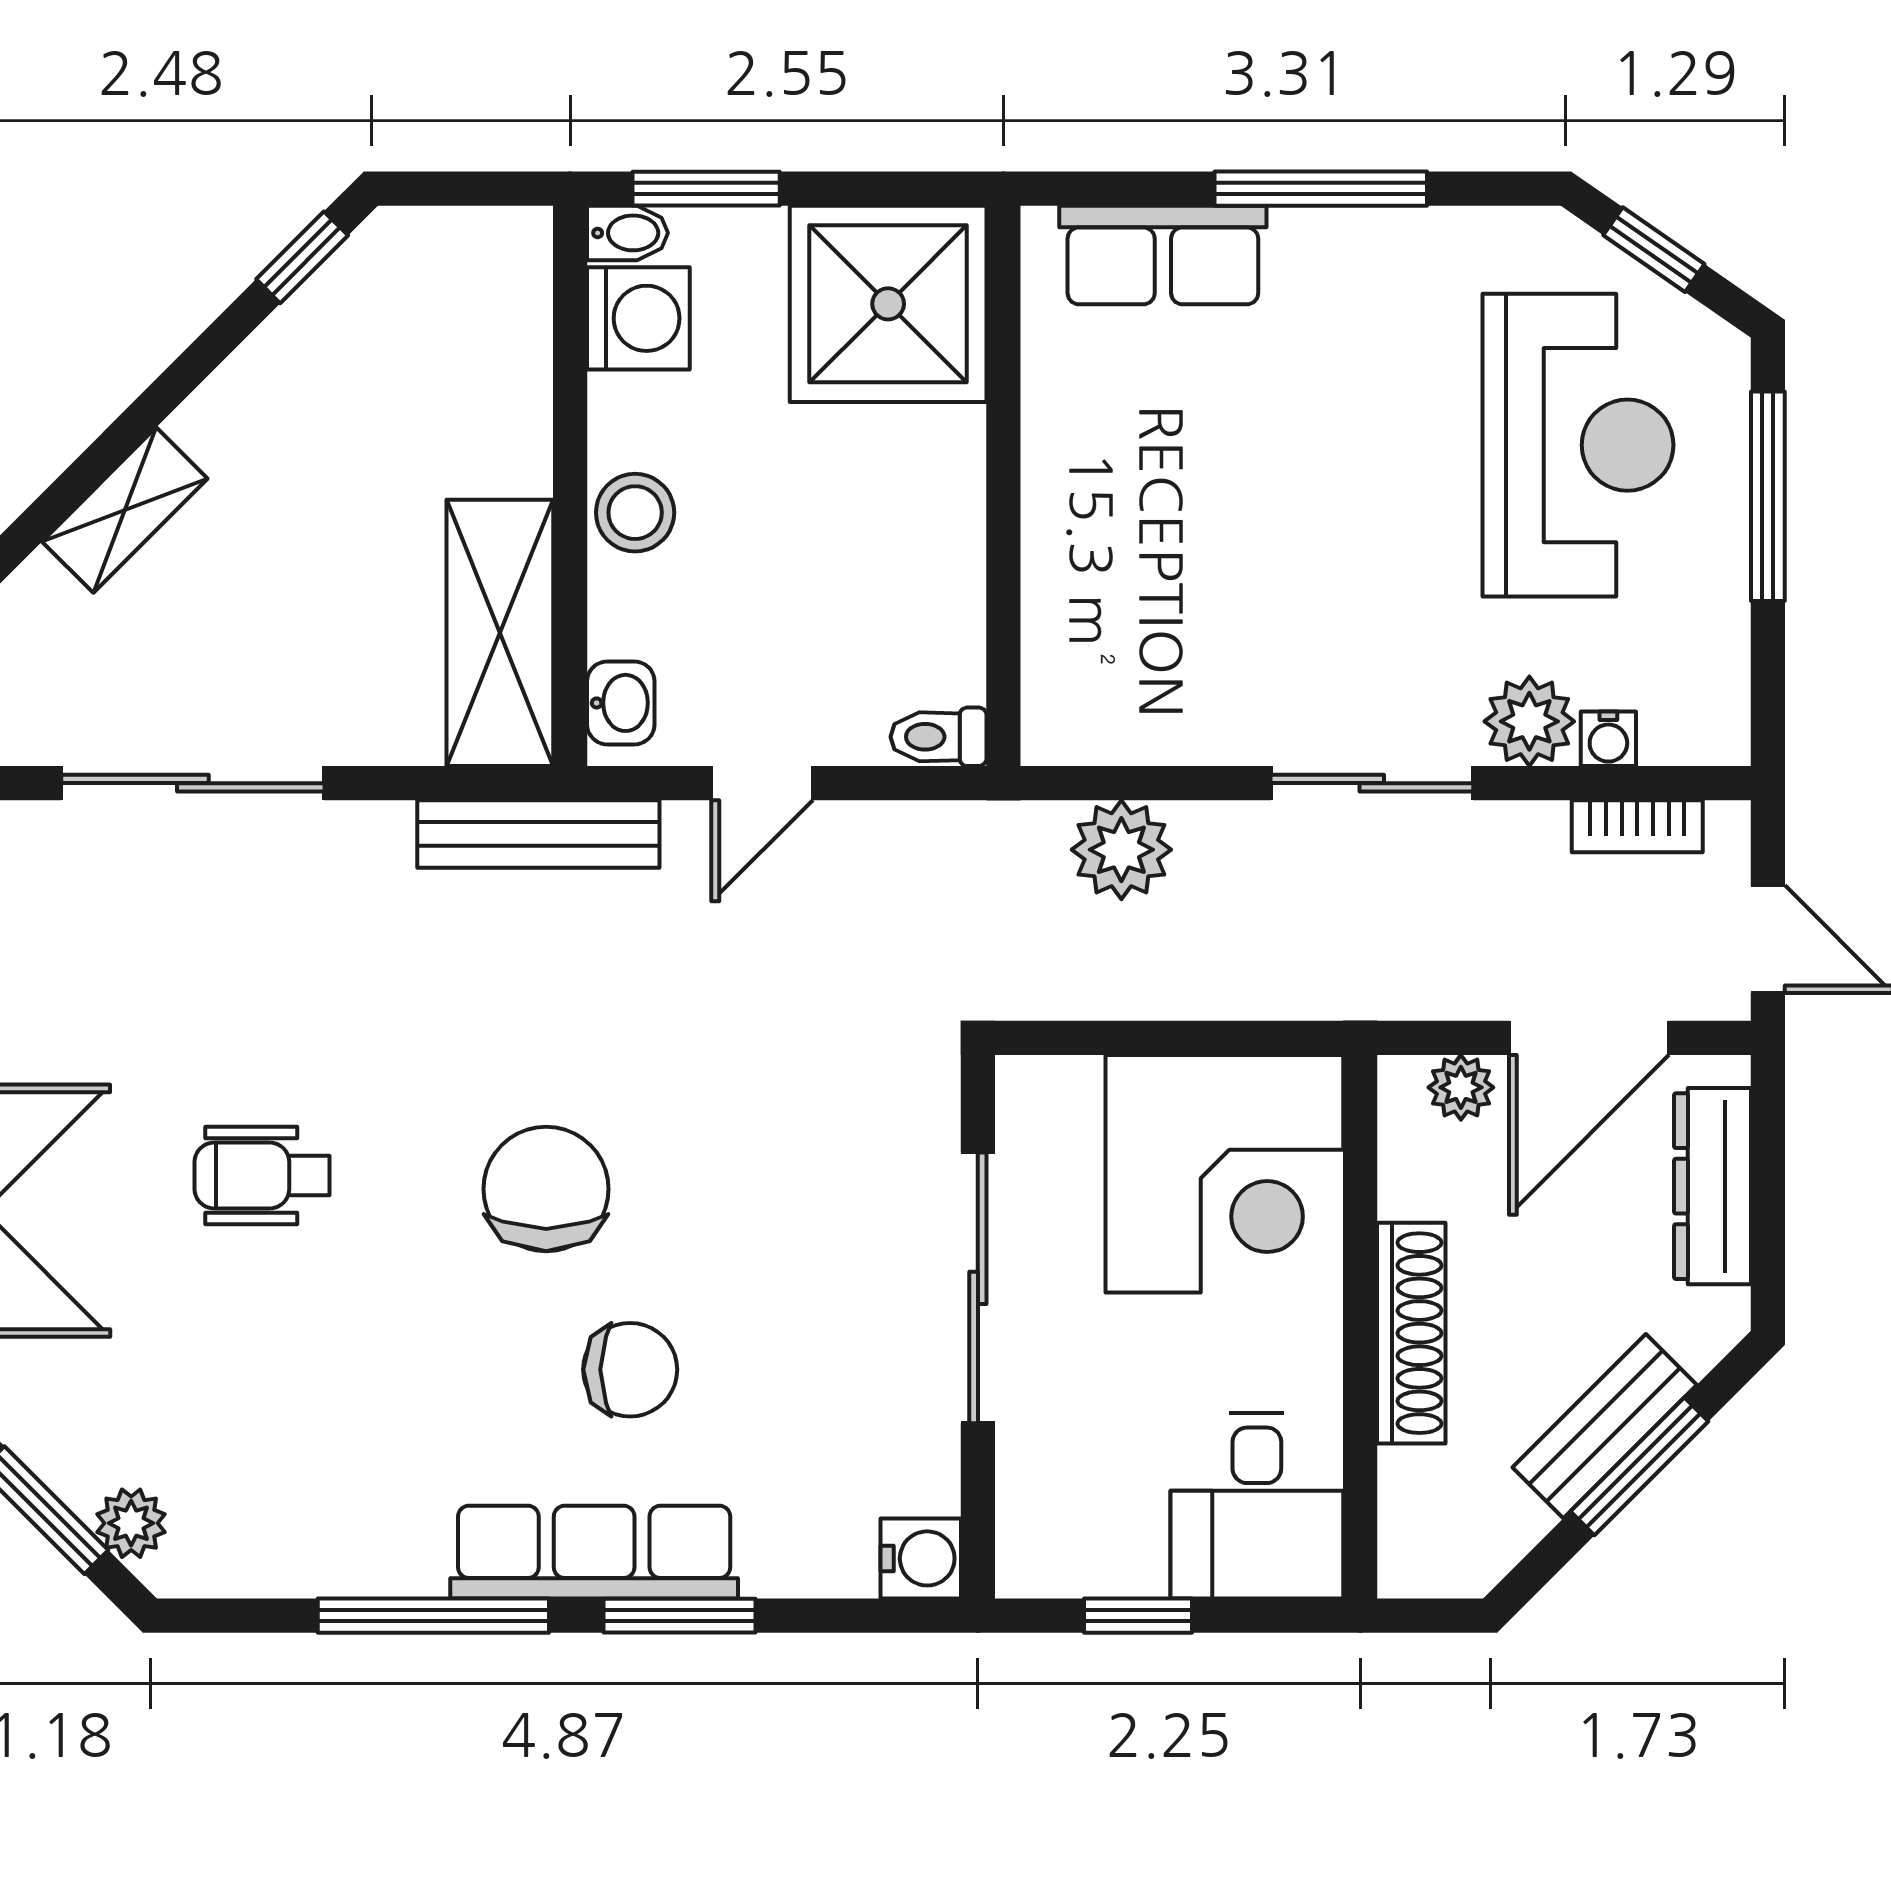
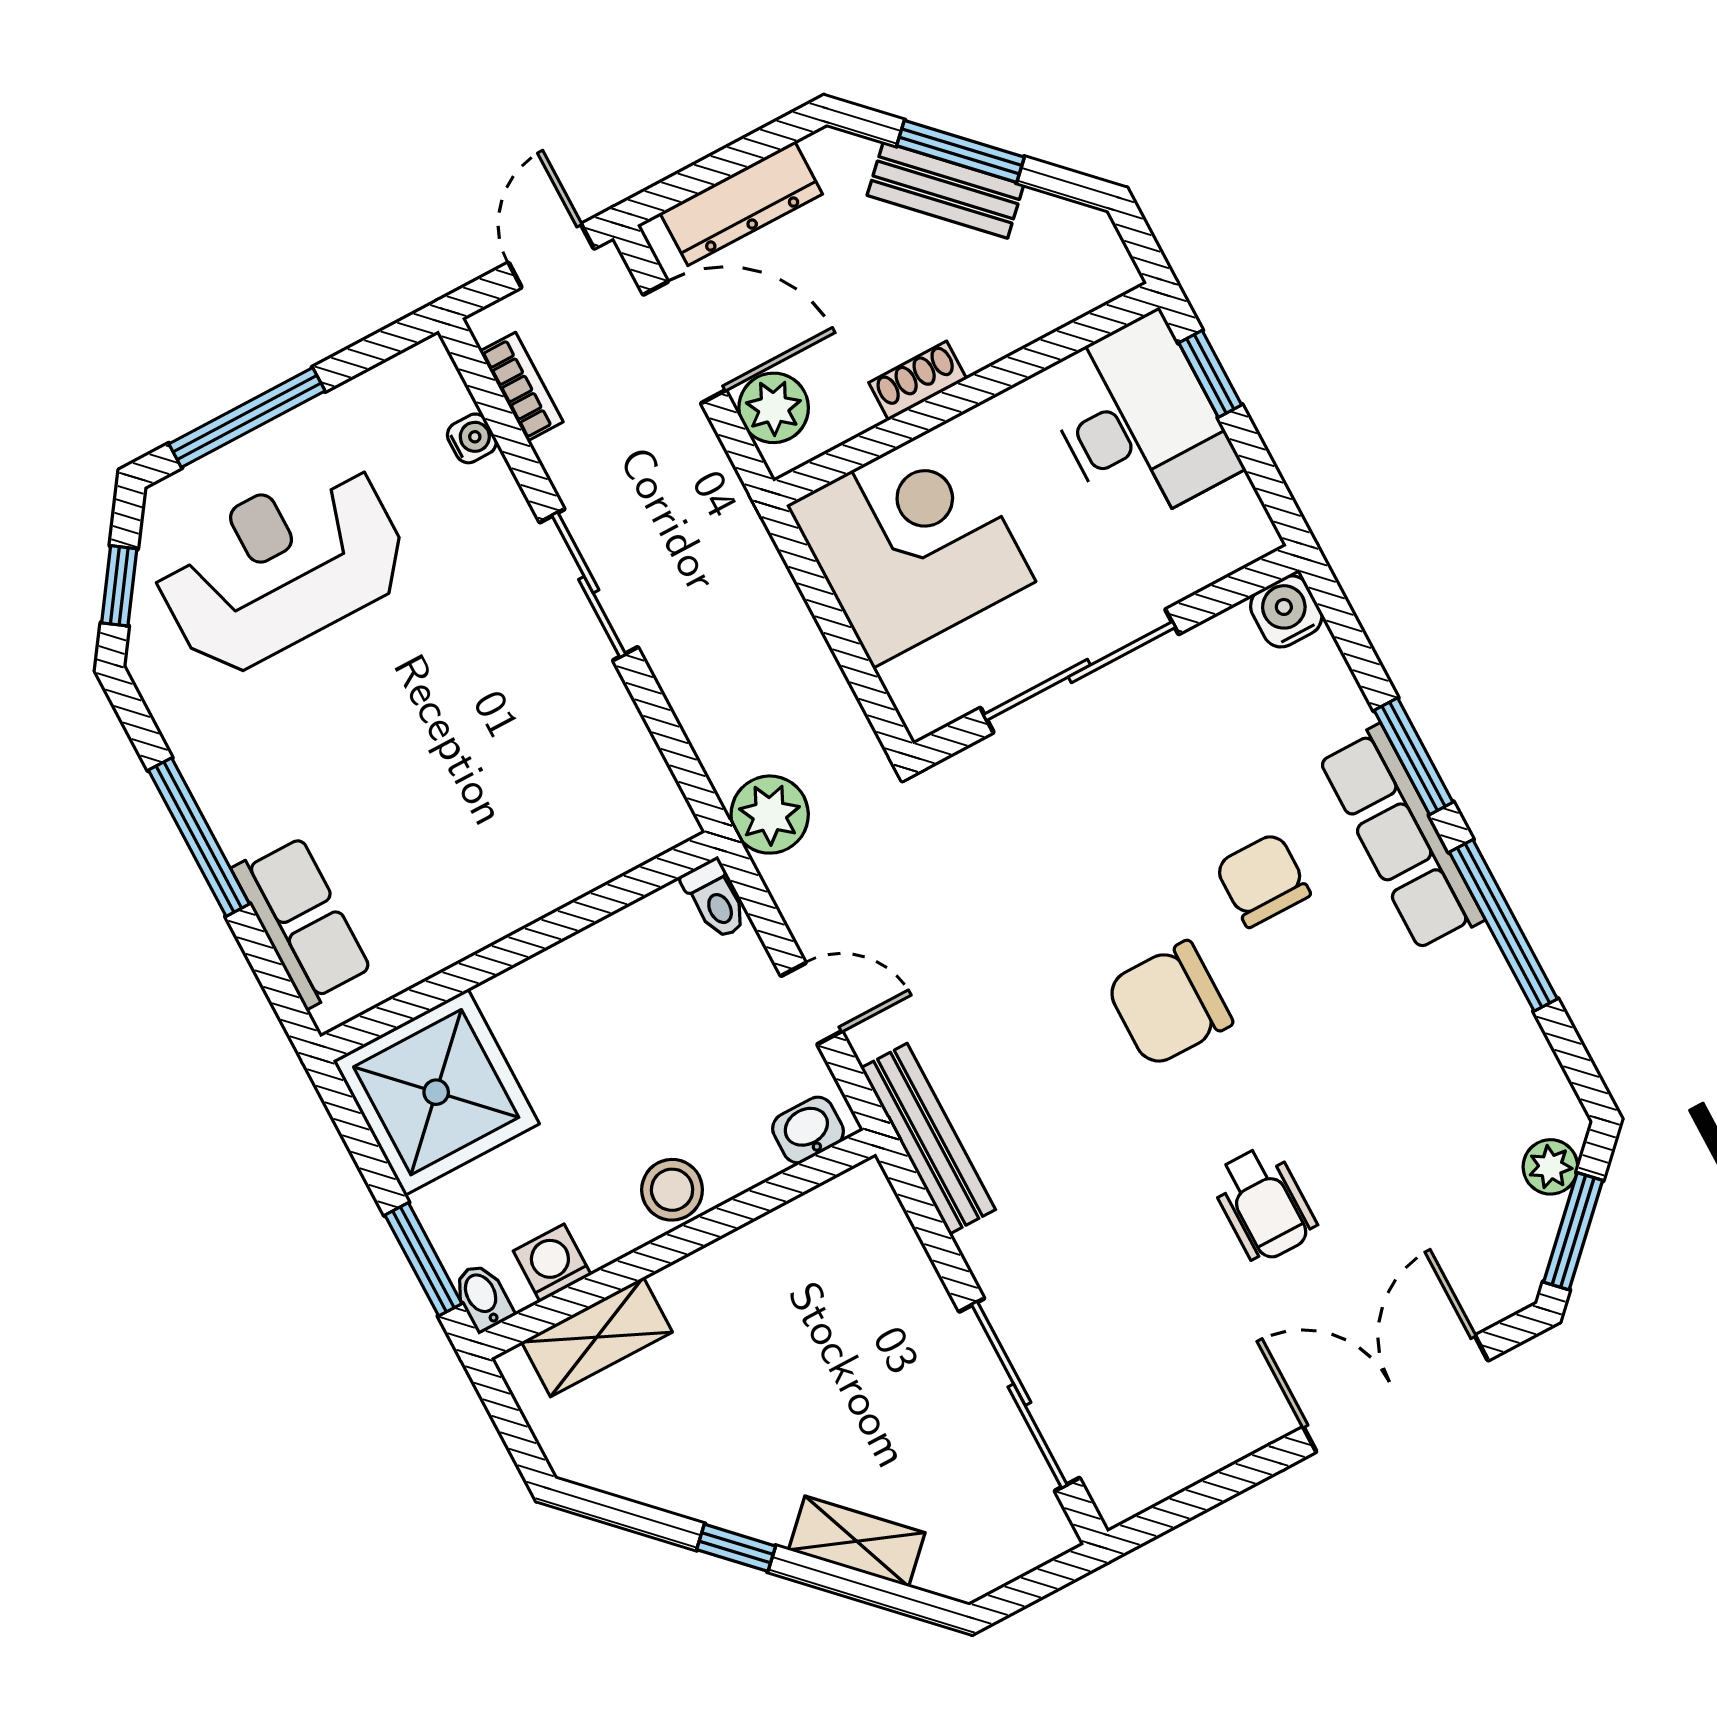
window: (302, 257) -> (736, 1548), moved
washing machine: (638, 318) -> (552, 1263), width x0.73, depth x0.73
shelving: (500, 633) -> (597, 1337), moved, width x0.67, depth x0.75
plant: (1529, 721) -> (489, 499), removed
plant: (1121, 850) -> (770, 815), moved
plant: (1461, 1087) -> (774, 408), width x1.38, depth x1.38
shoe rack: (1411, 1333) -> (918, 381), width x0.51, depth x0.81
desk: (1257, 1506) -> (1139, 422), width x1.37
window: (1138, 1616) -> (1210, 374), moved

